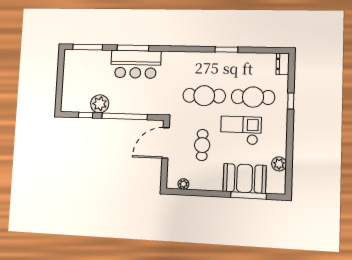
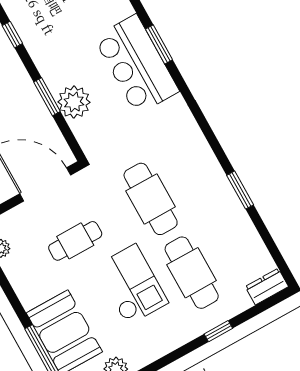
window: (133, 48) -> (159, 44), width x0.69
plant: (100, 104) -> (74, 102), moved
window: (125, 116) -> (47, 97), width x0.47

